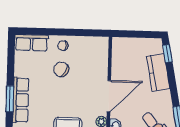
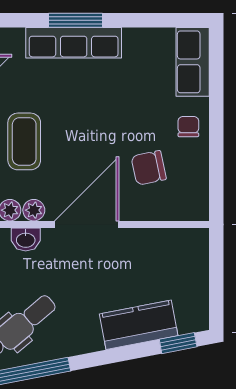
chair: (61, 69) -> (149, 168), moved, turned -133
door: (109, 96) -> (87, 224), swing flipped

